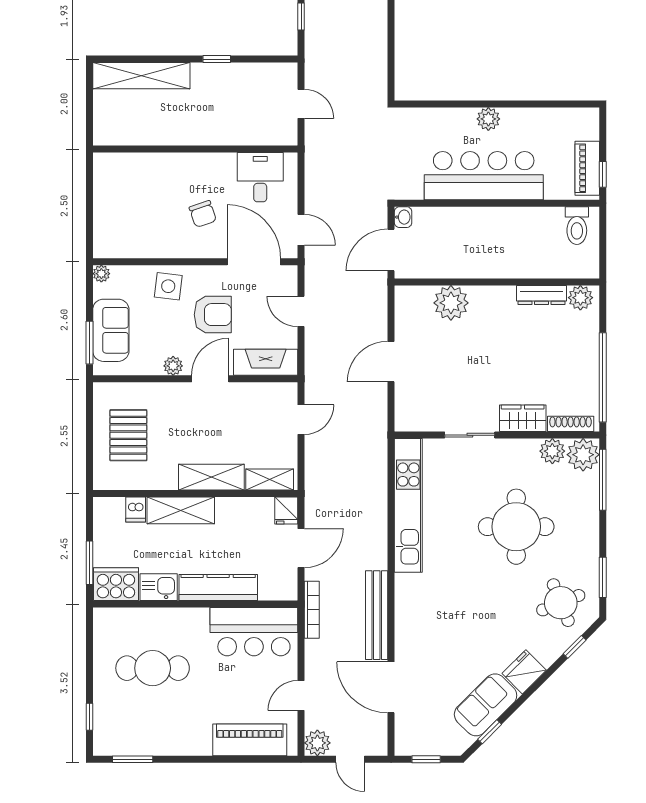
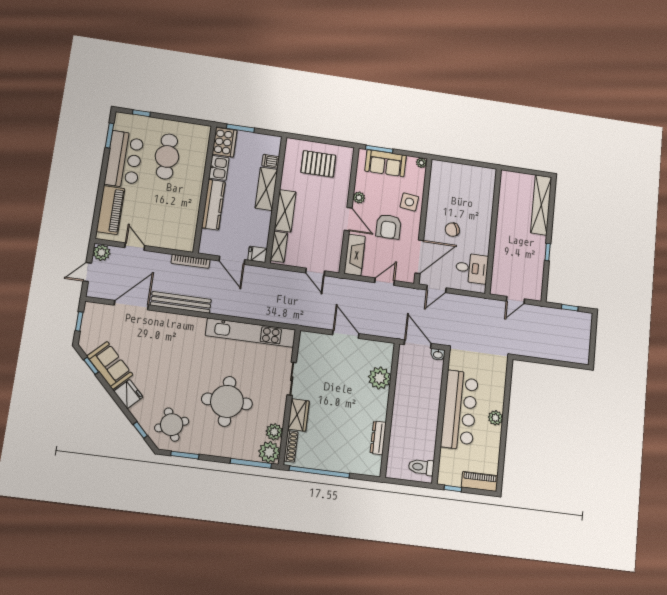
piano: (587, 168) -> (480, 481), moved
plant: (580, 298) -> (374, 464), removed
bar counter: (254, 632) -> (124, 159), moved, turned 180

